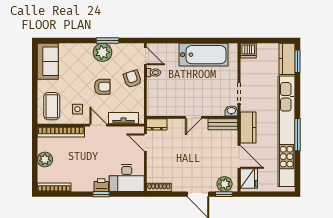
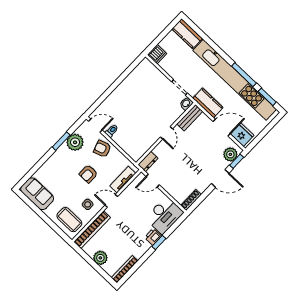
plant: (103, 52) -> (75, 142), moved
bathtub: (204, 55) -> (131, 86), removed
window: (298, 61) -> (267, 97), moved
armchair: (102, 87) -> (88, 174), turned 180

